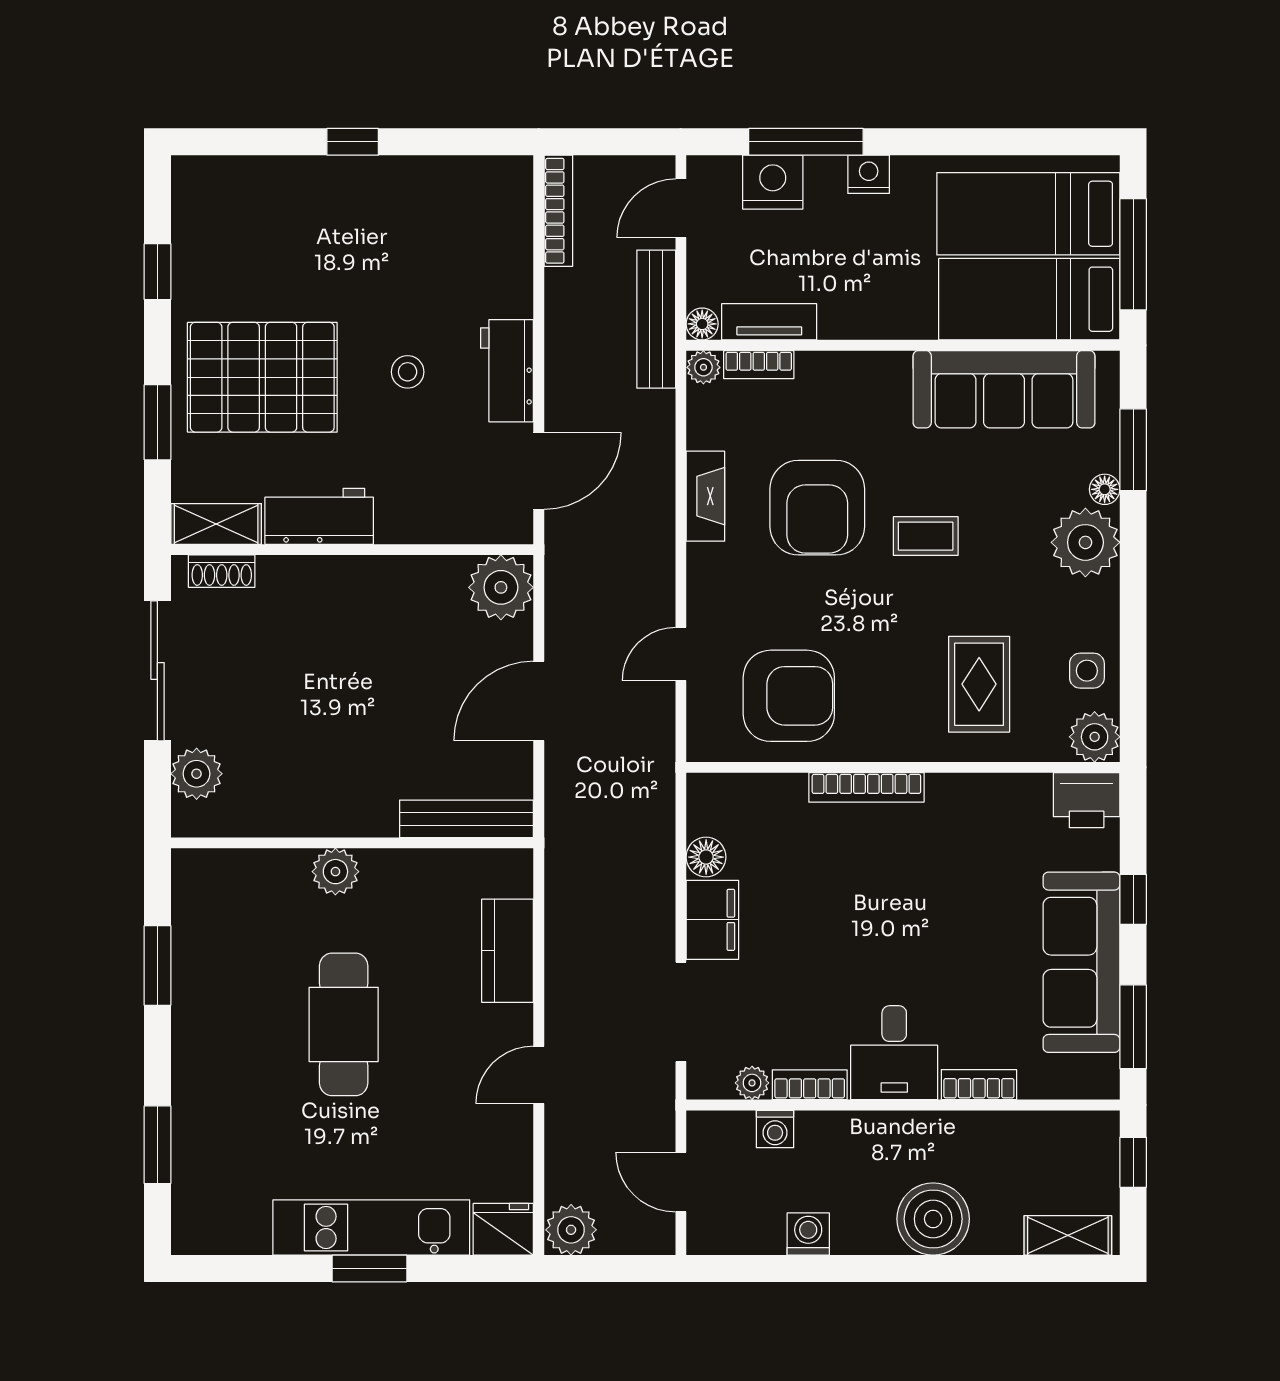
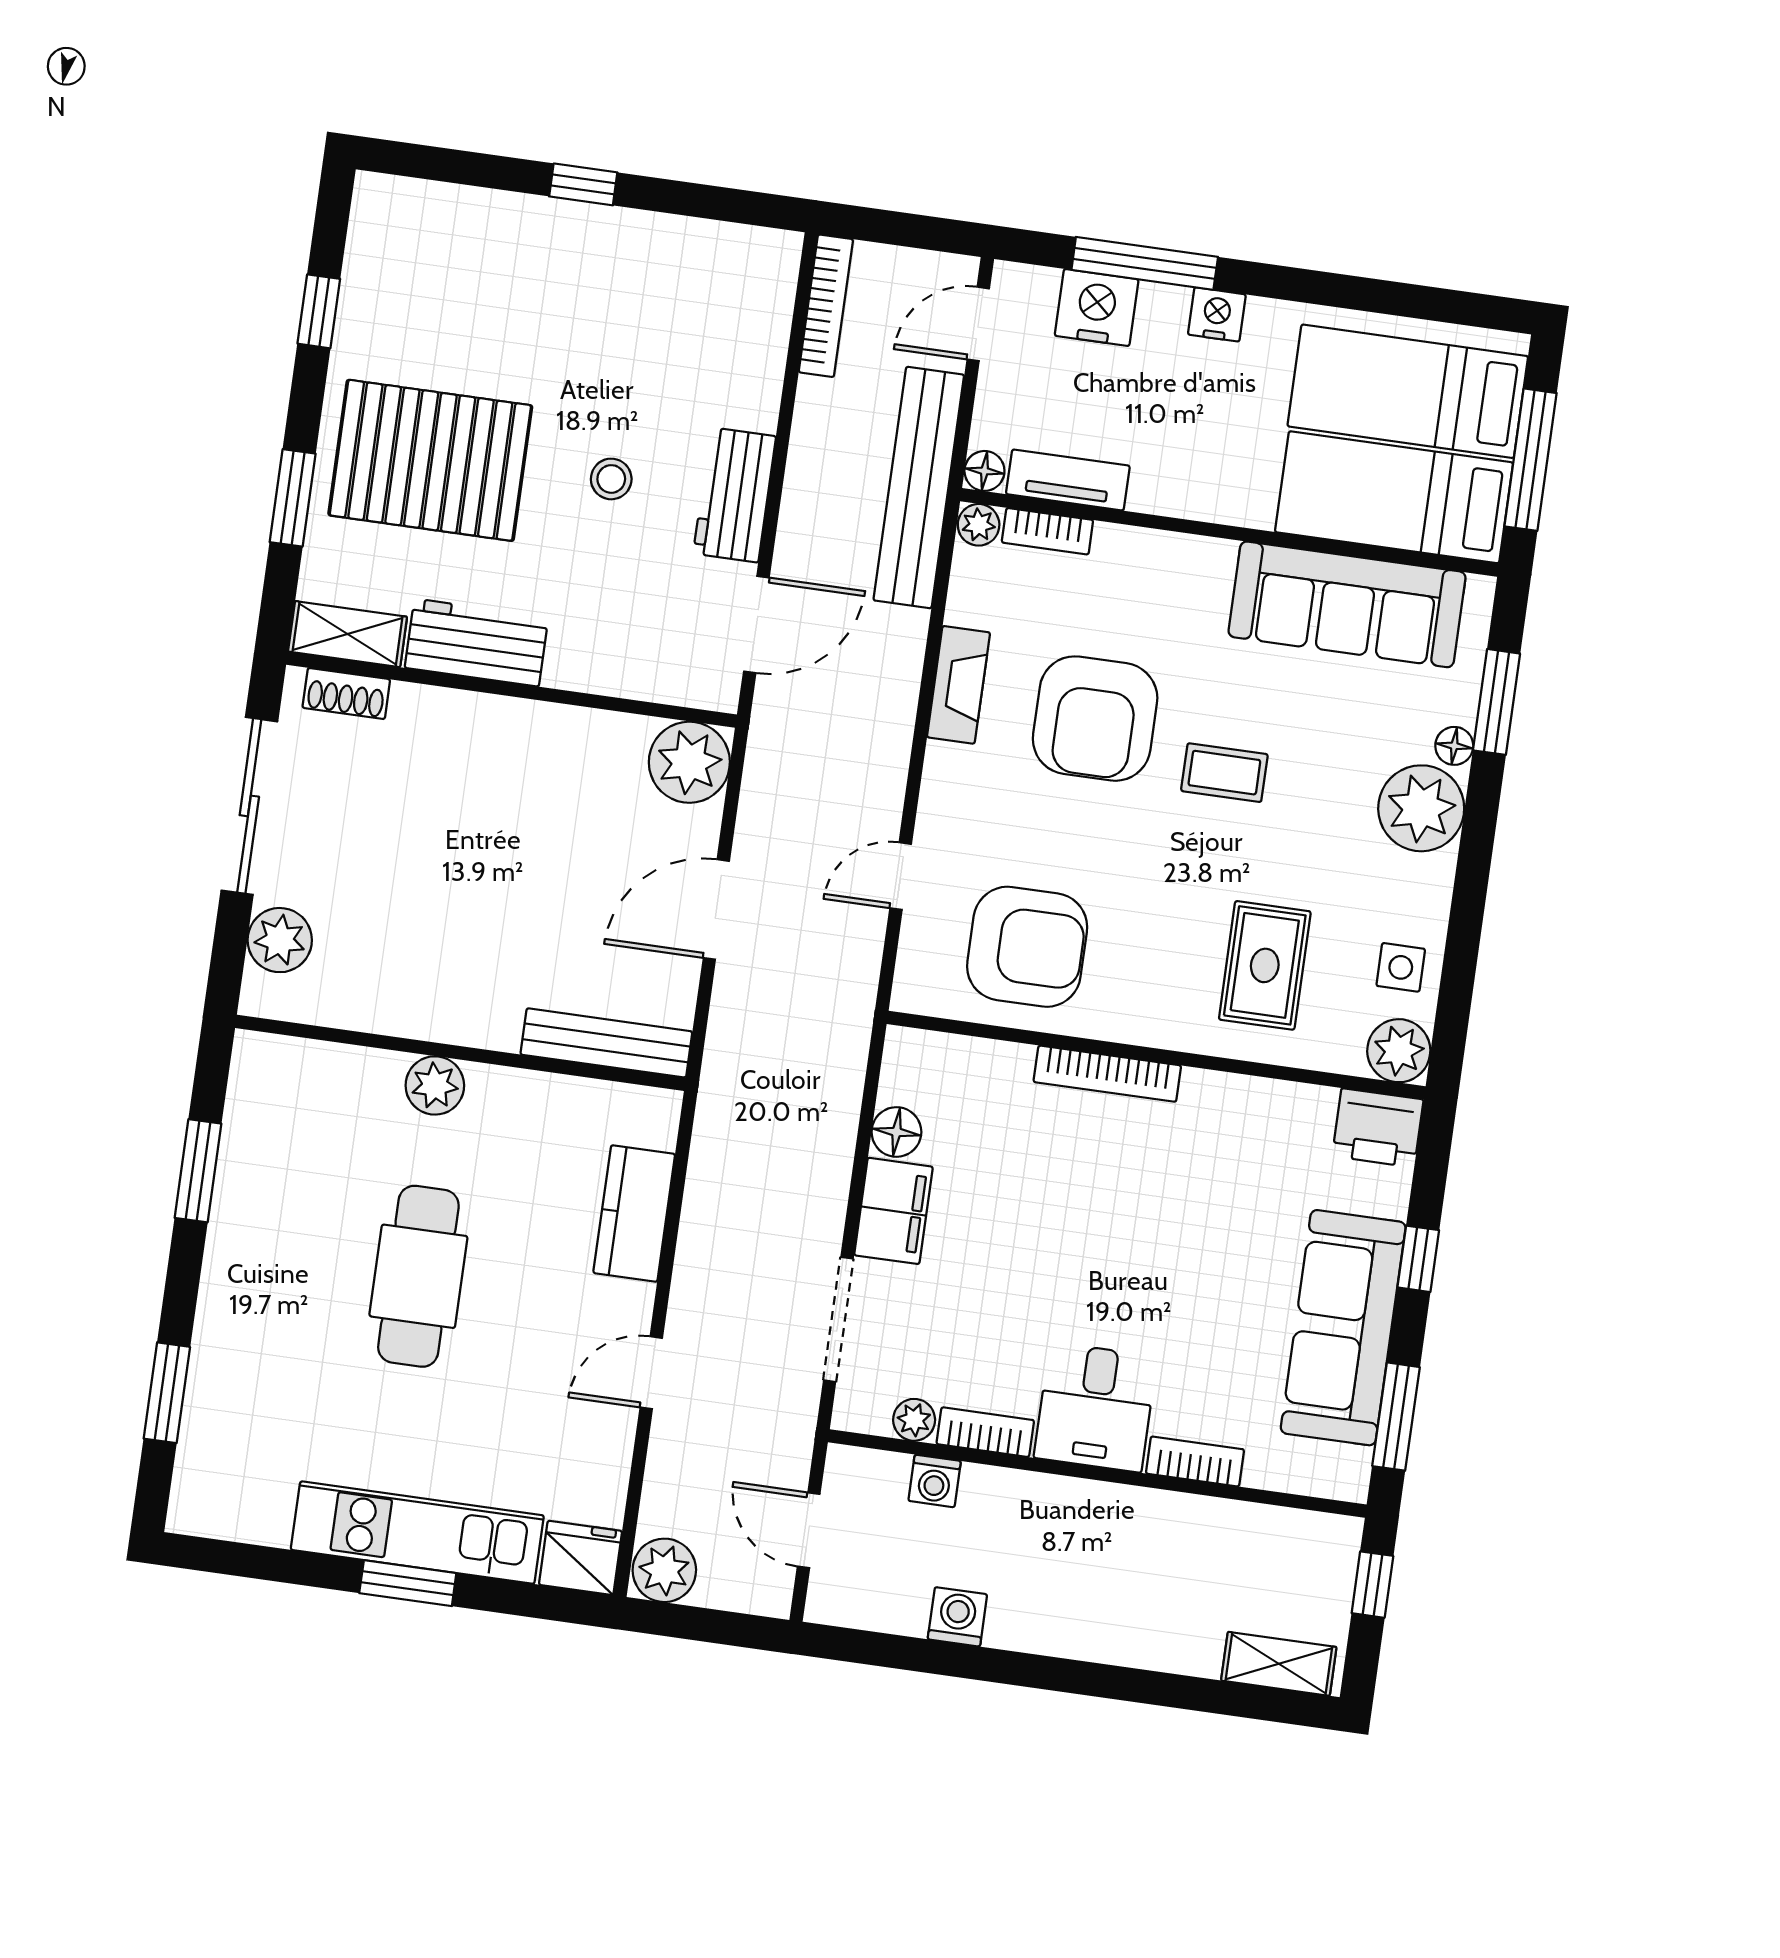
bench: (656, 319) -> (919, 488), width x1.37, depth x1.21
boiler: (933, 1219) -> (1115, 1620), removed

